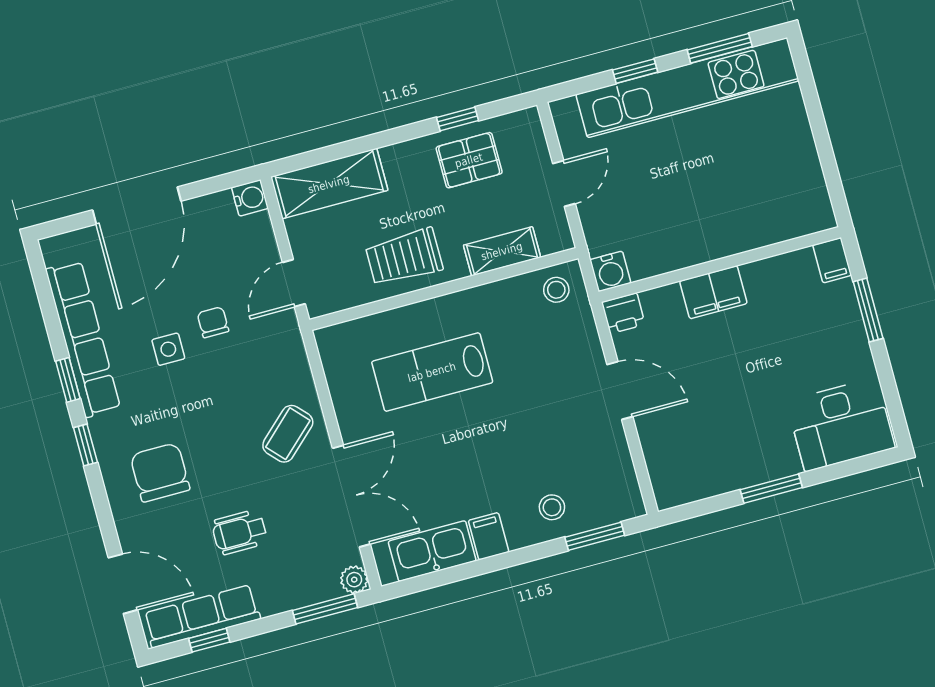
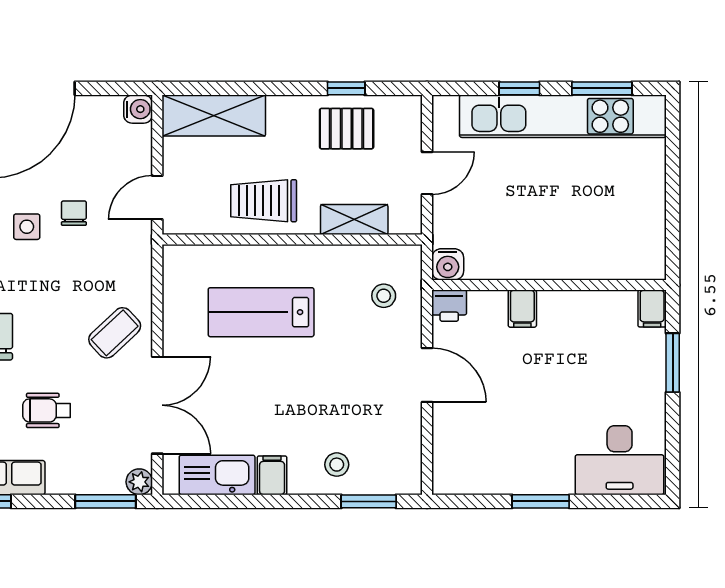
stool: (556, 290) -> (384, 296), moved
filing cabinet: (713, 292) -> (522, 309), width x0.50

